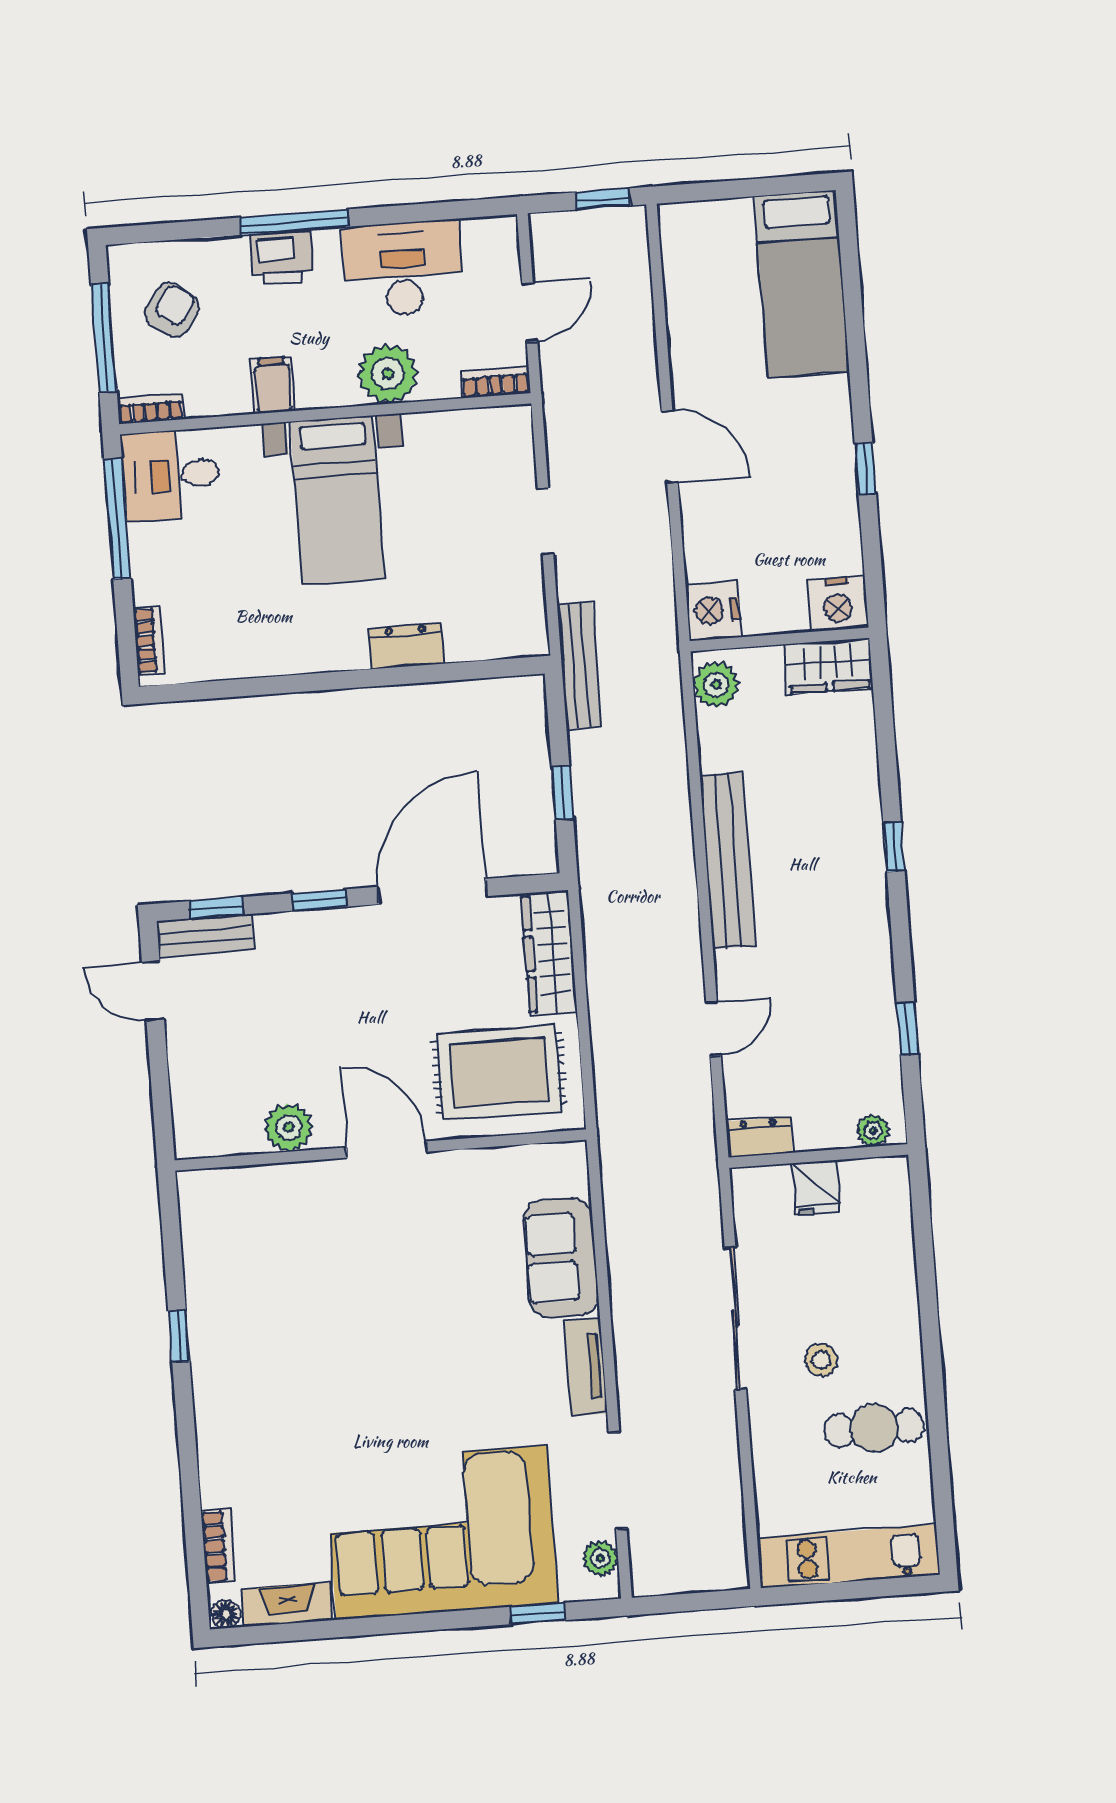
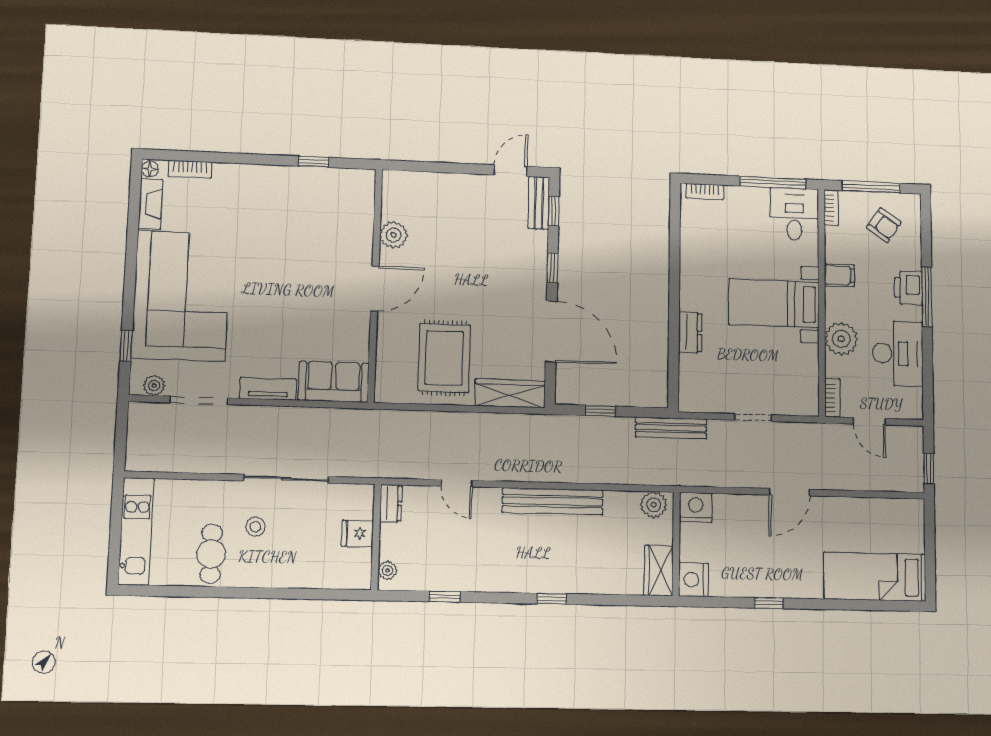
plant: (289, 1127) -> (394, 235), moved
wall: (381, 1150) -> (375, 285), moved
door: (387, 1150) -> (375, 288), moved

